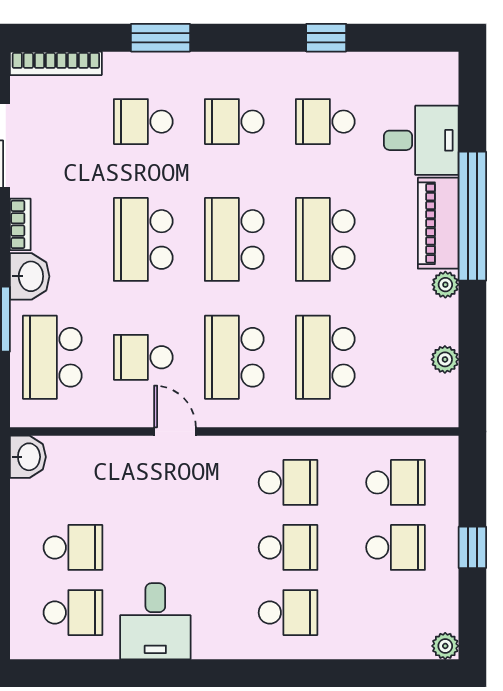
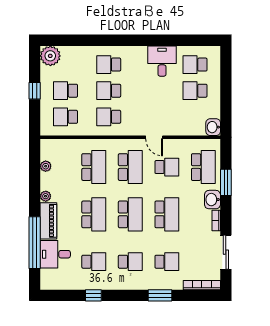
window: (472, 216) -> (35, 243), moved
plant: (445, 646) -> (50, 56), width x1.88, depth x1.88

